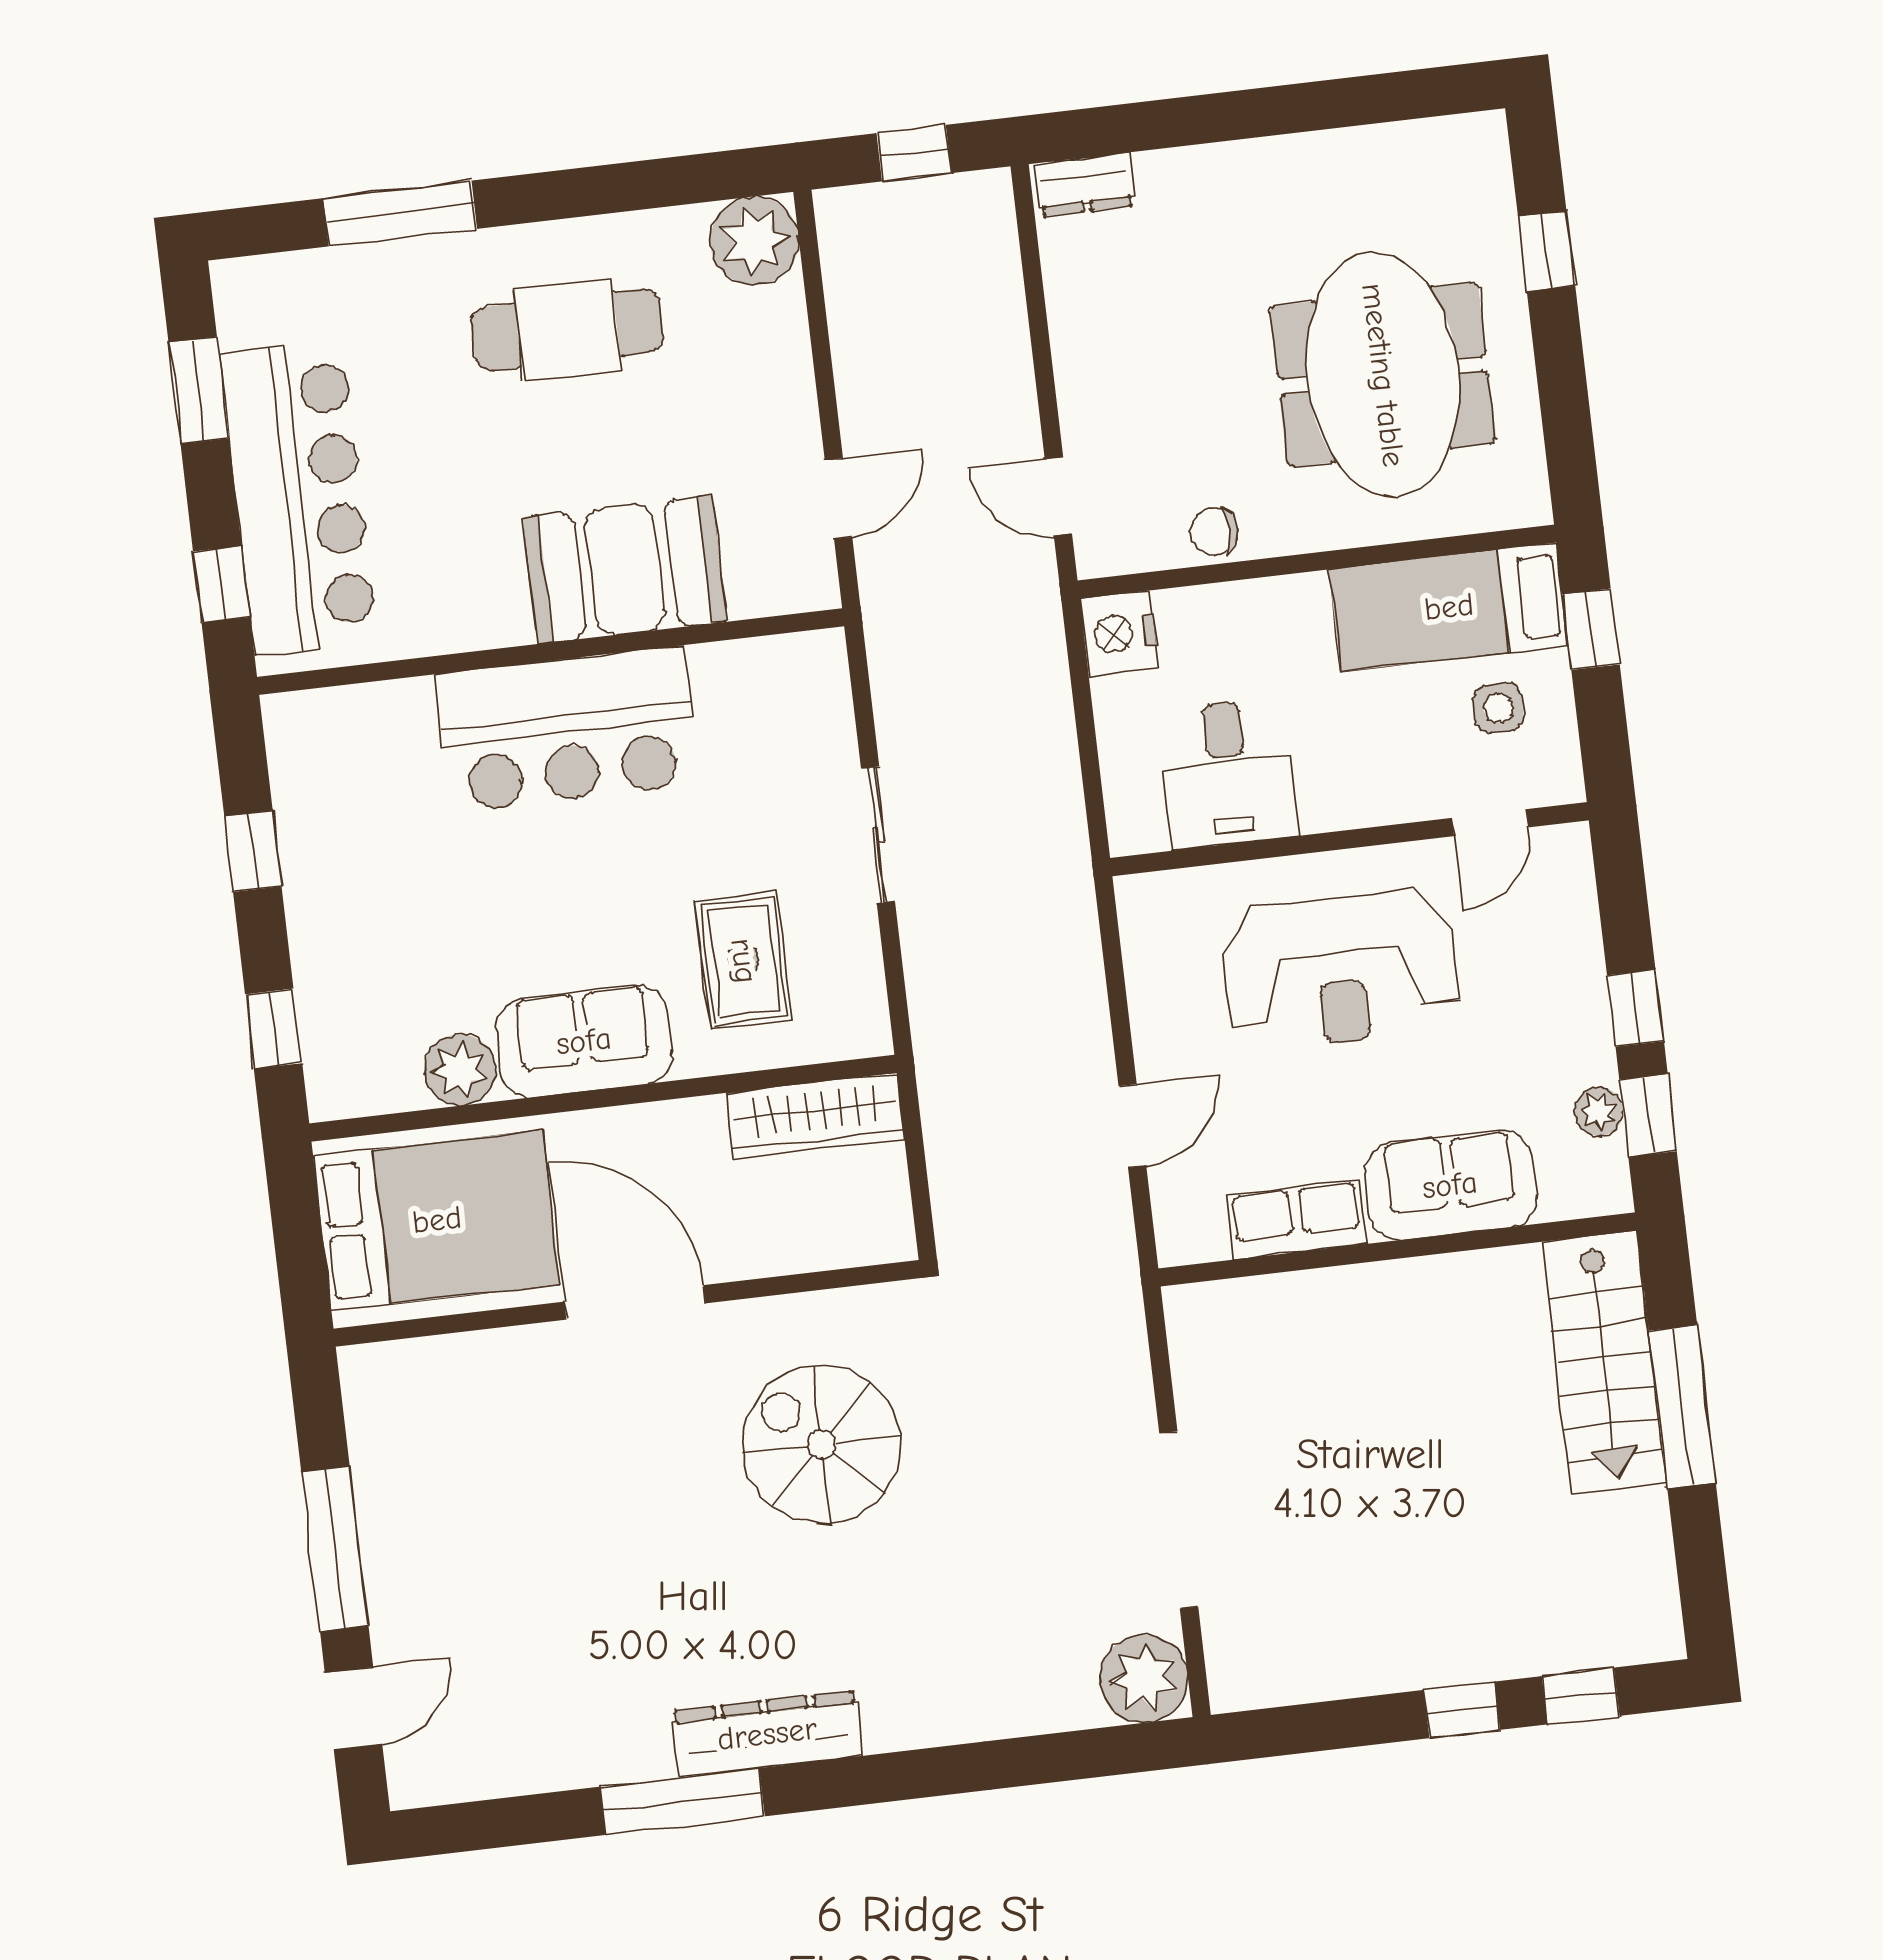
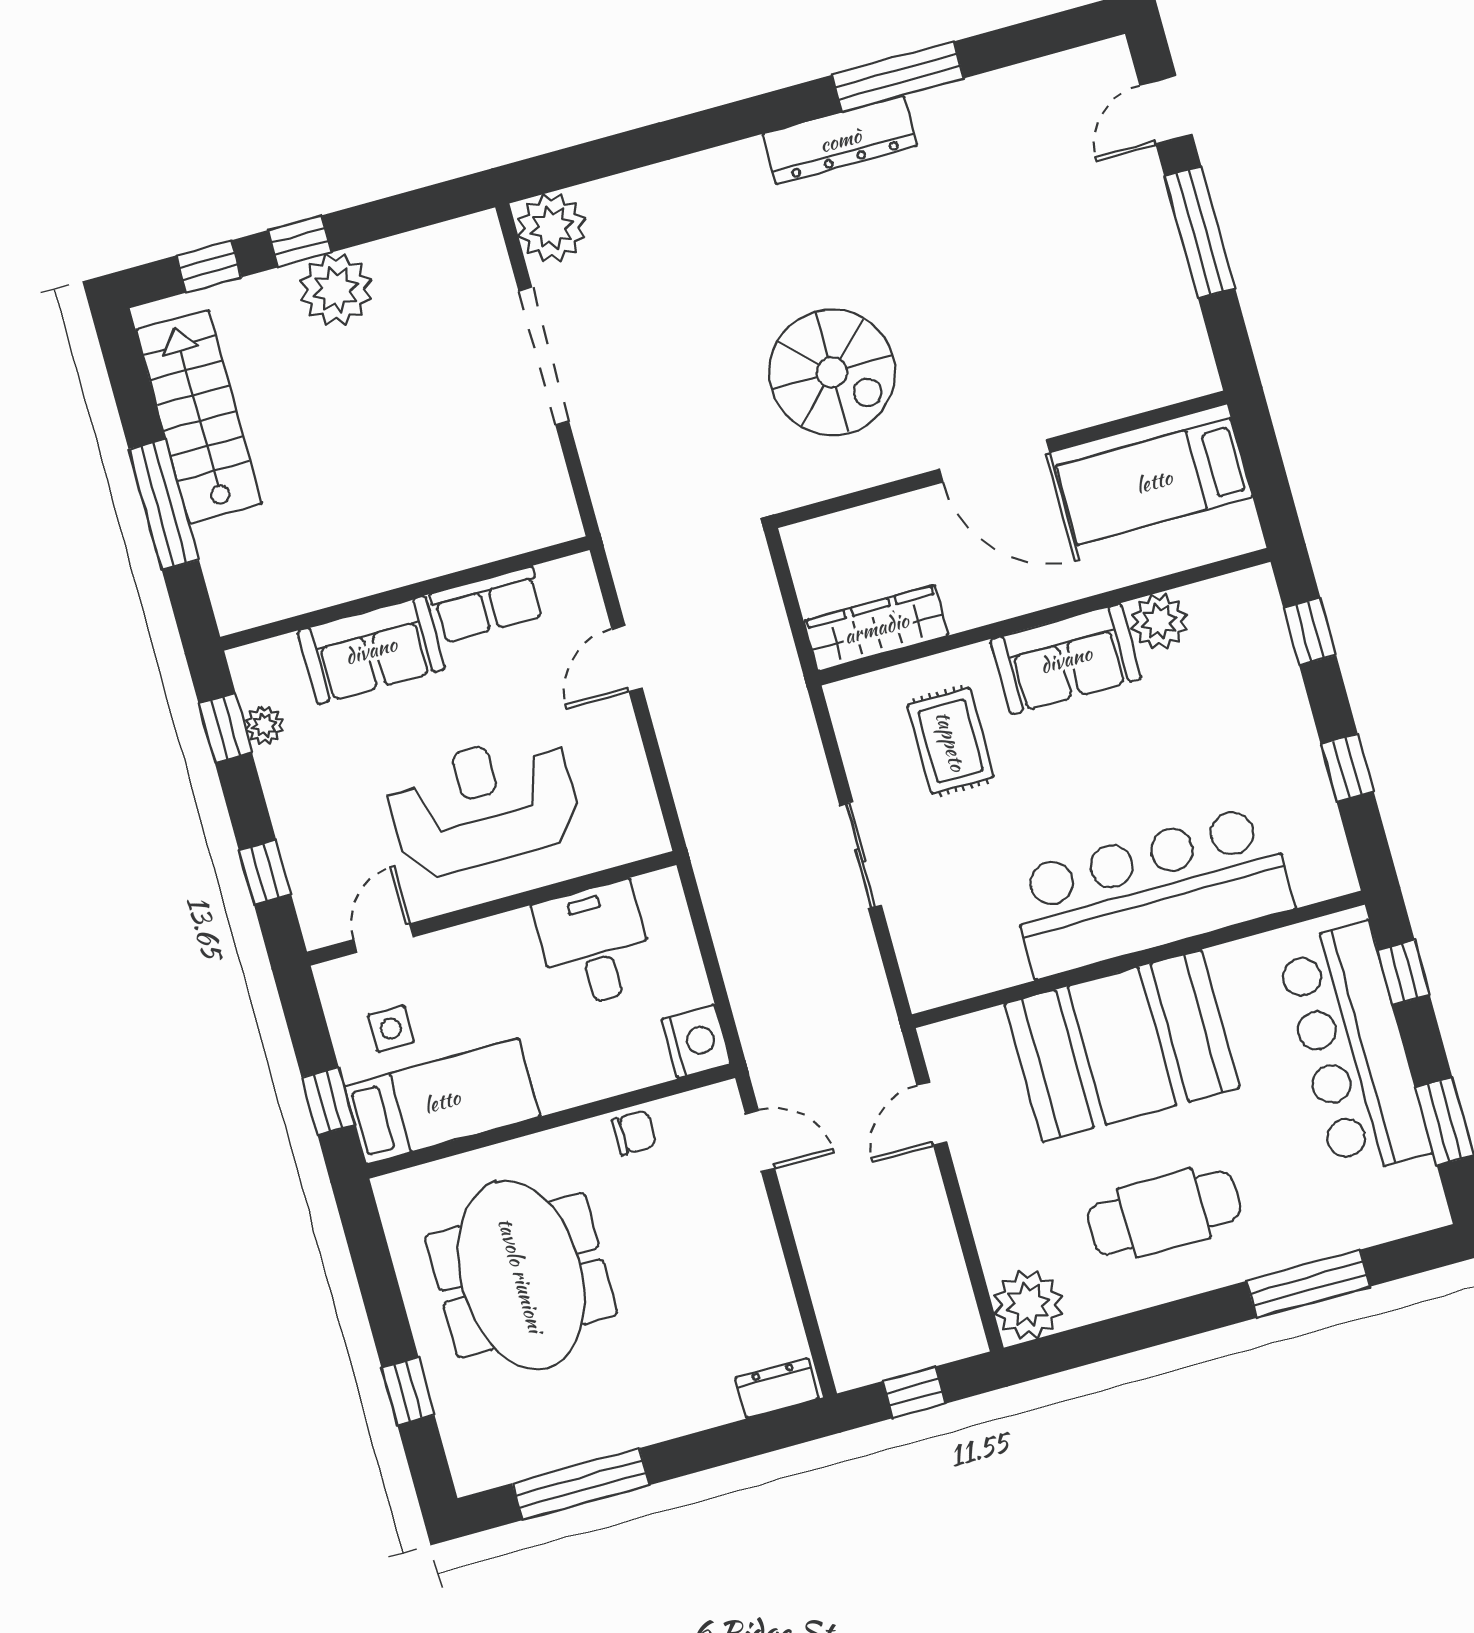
window: (1348, 102) -> (581, 1484), added
booth: (625, 569) -> (1122, 1046), width x1.36, depth x1.42
bar counter: (567, 729) -> (1151, 891), width x1.36
window: (1635, 1008) -> (265, 872), moved
bed: (437, 1220) -> (1154, 481), width x0.67
stairs: (1604, 1363) -> (199, 417), moved
plant: (1426, 1643) -> (336, 289), added

